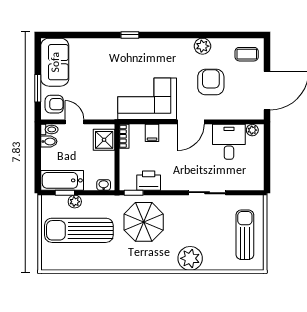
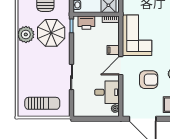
door: (191, 122) -> (121, 66), hinge flipped
filing cabinet: (152, 133) -> (113, 50), moved
printer: (149, 181) -> (86, 23), moved, turned 90
plant: (190, 258) -> (26, 34), moved

